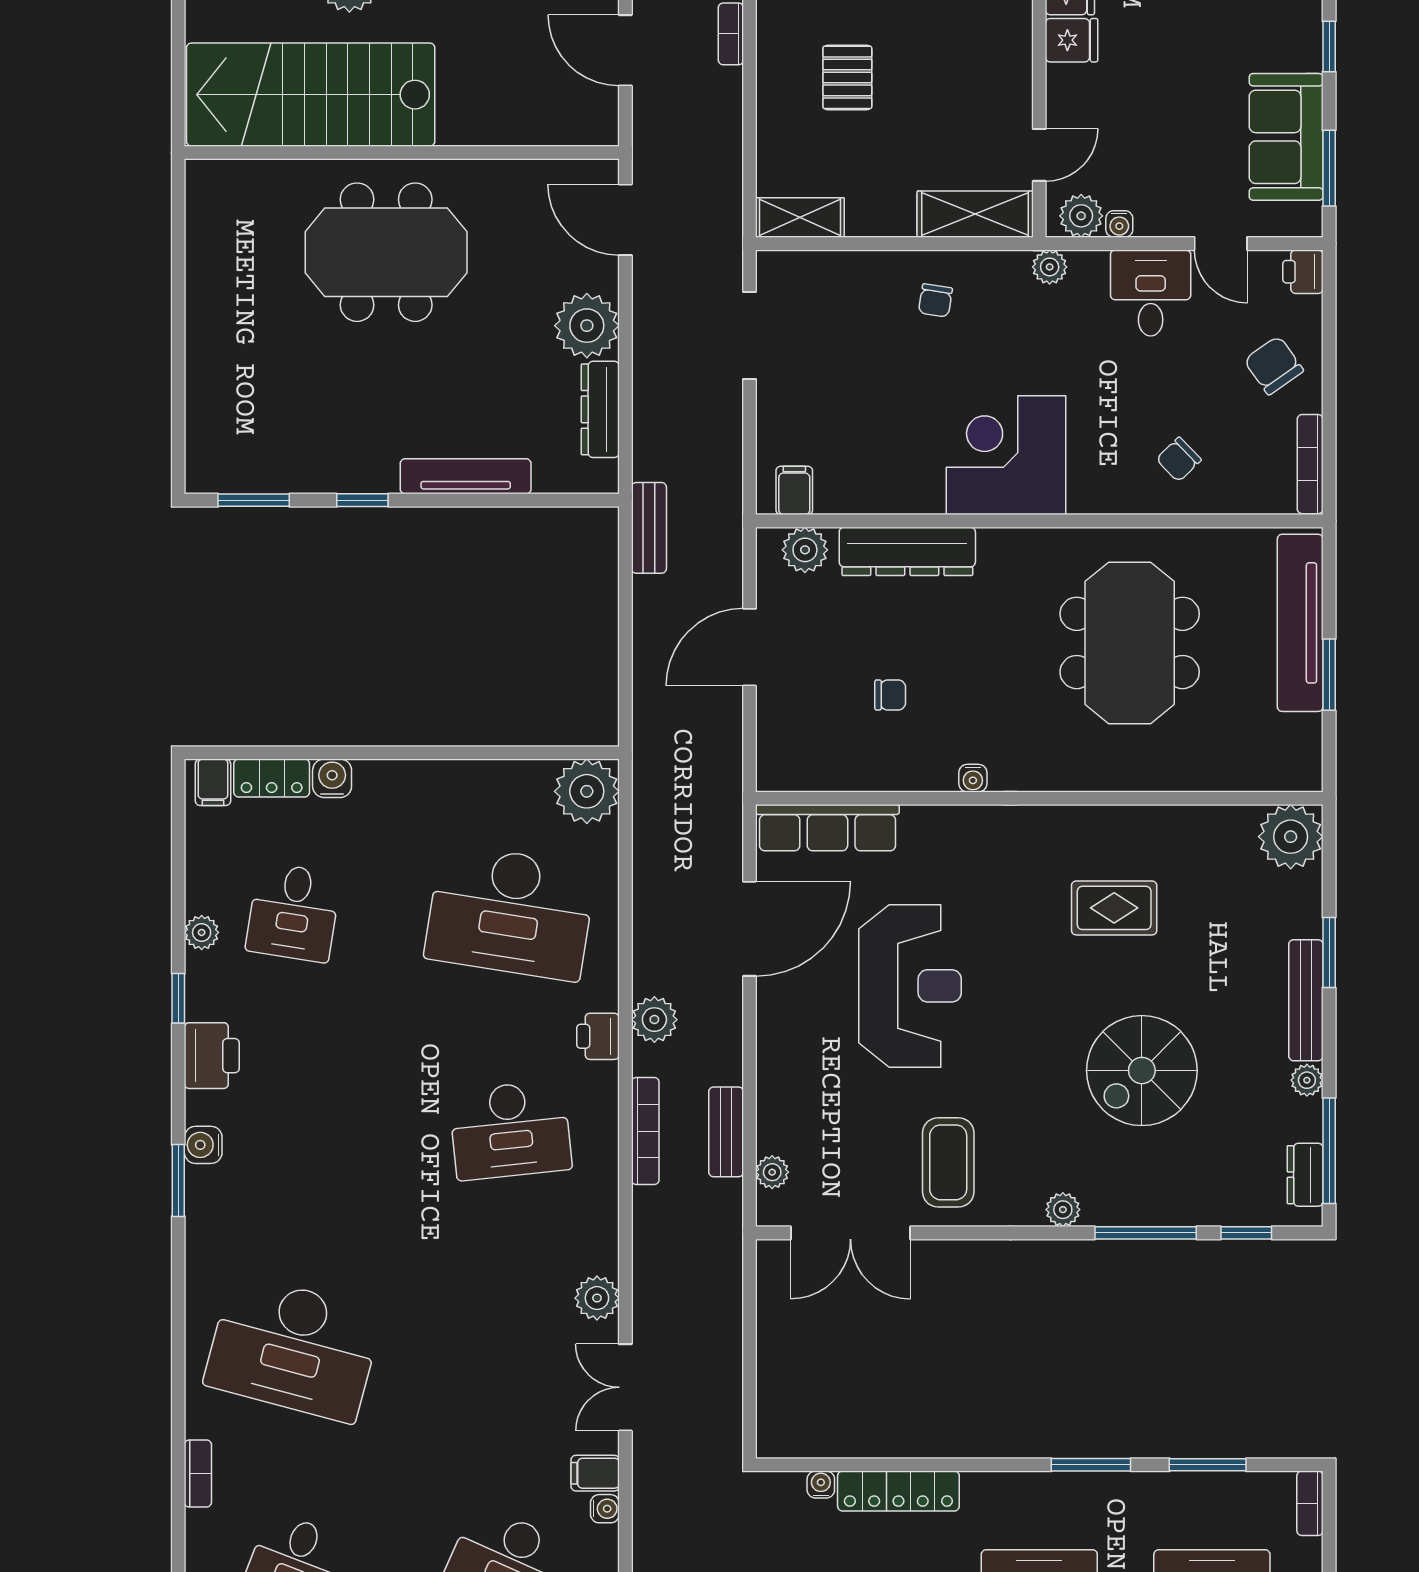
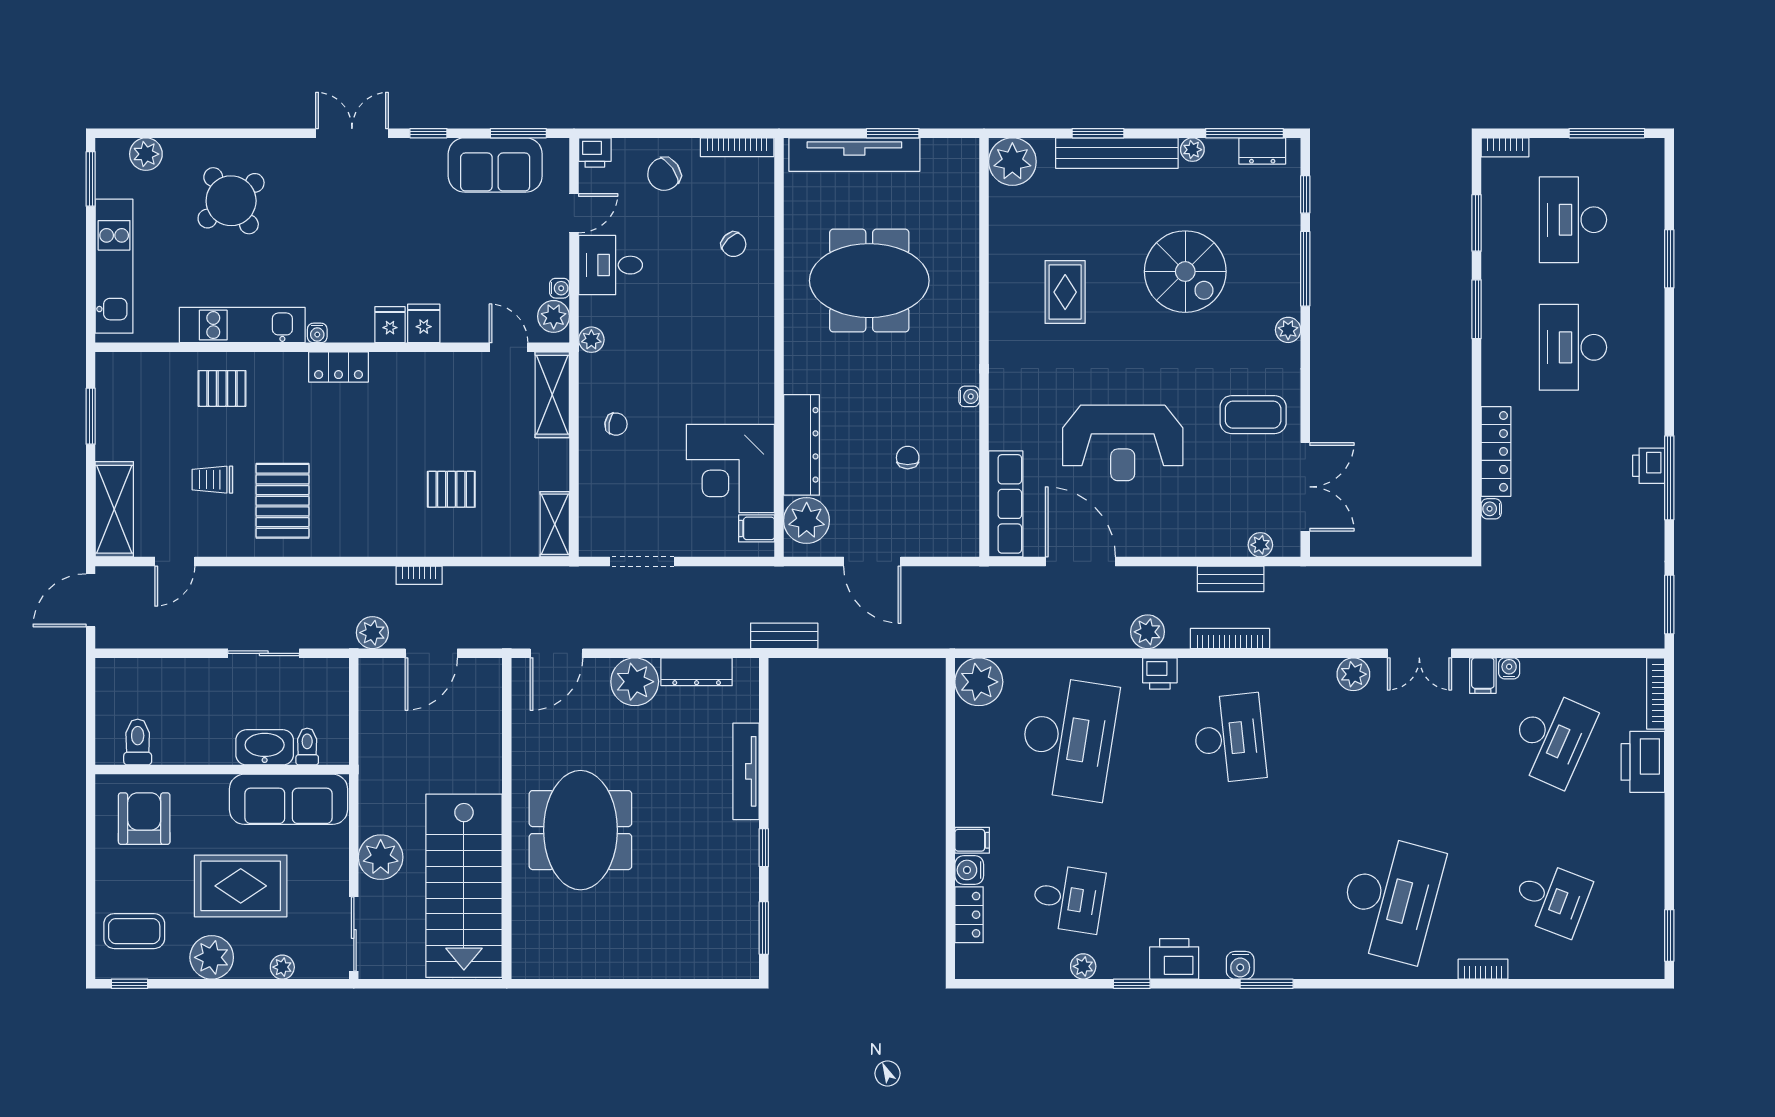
corner desk: (1006, 455) -> (730, 468), moved
plant: (805, 550) -> (807, 521), width x1.36, depth x1.36
filing cabinet: (213, 782) -> (972, 840), moved
reception desk: (910, 986) -> (1123, 443), turned 180
bench: (1306, 1000) -> (1117, 153), width x1.37, depth x1.21

